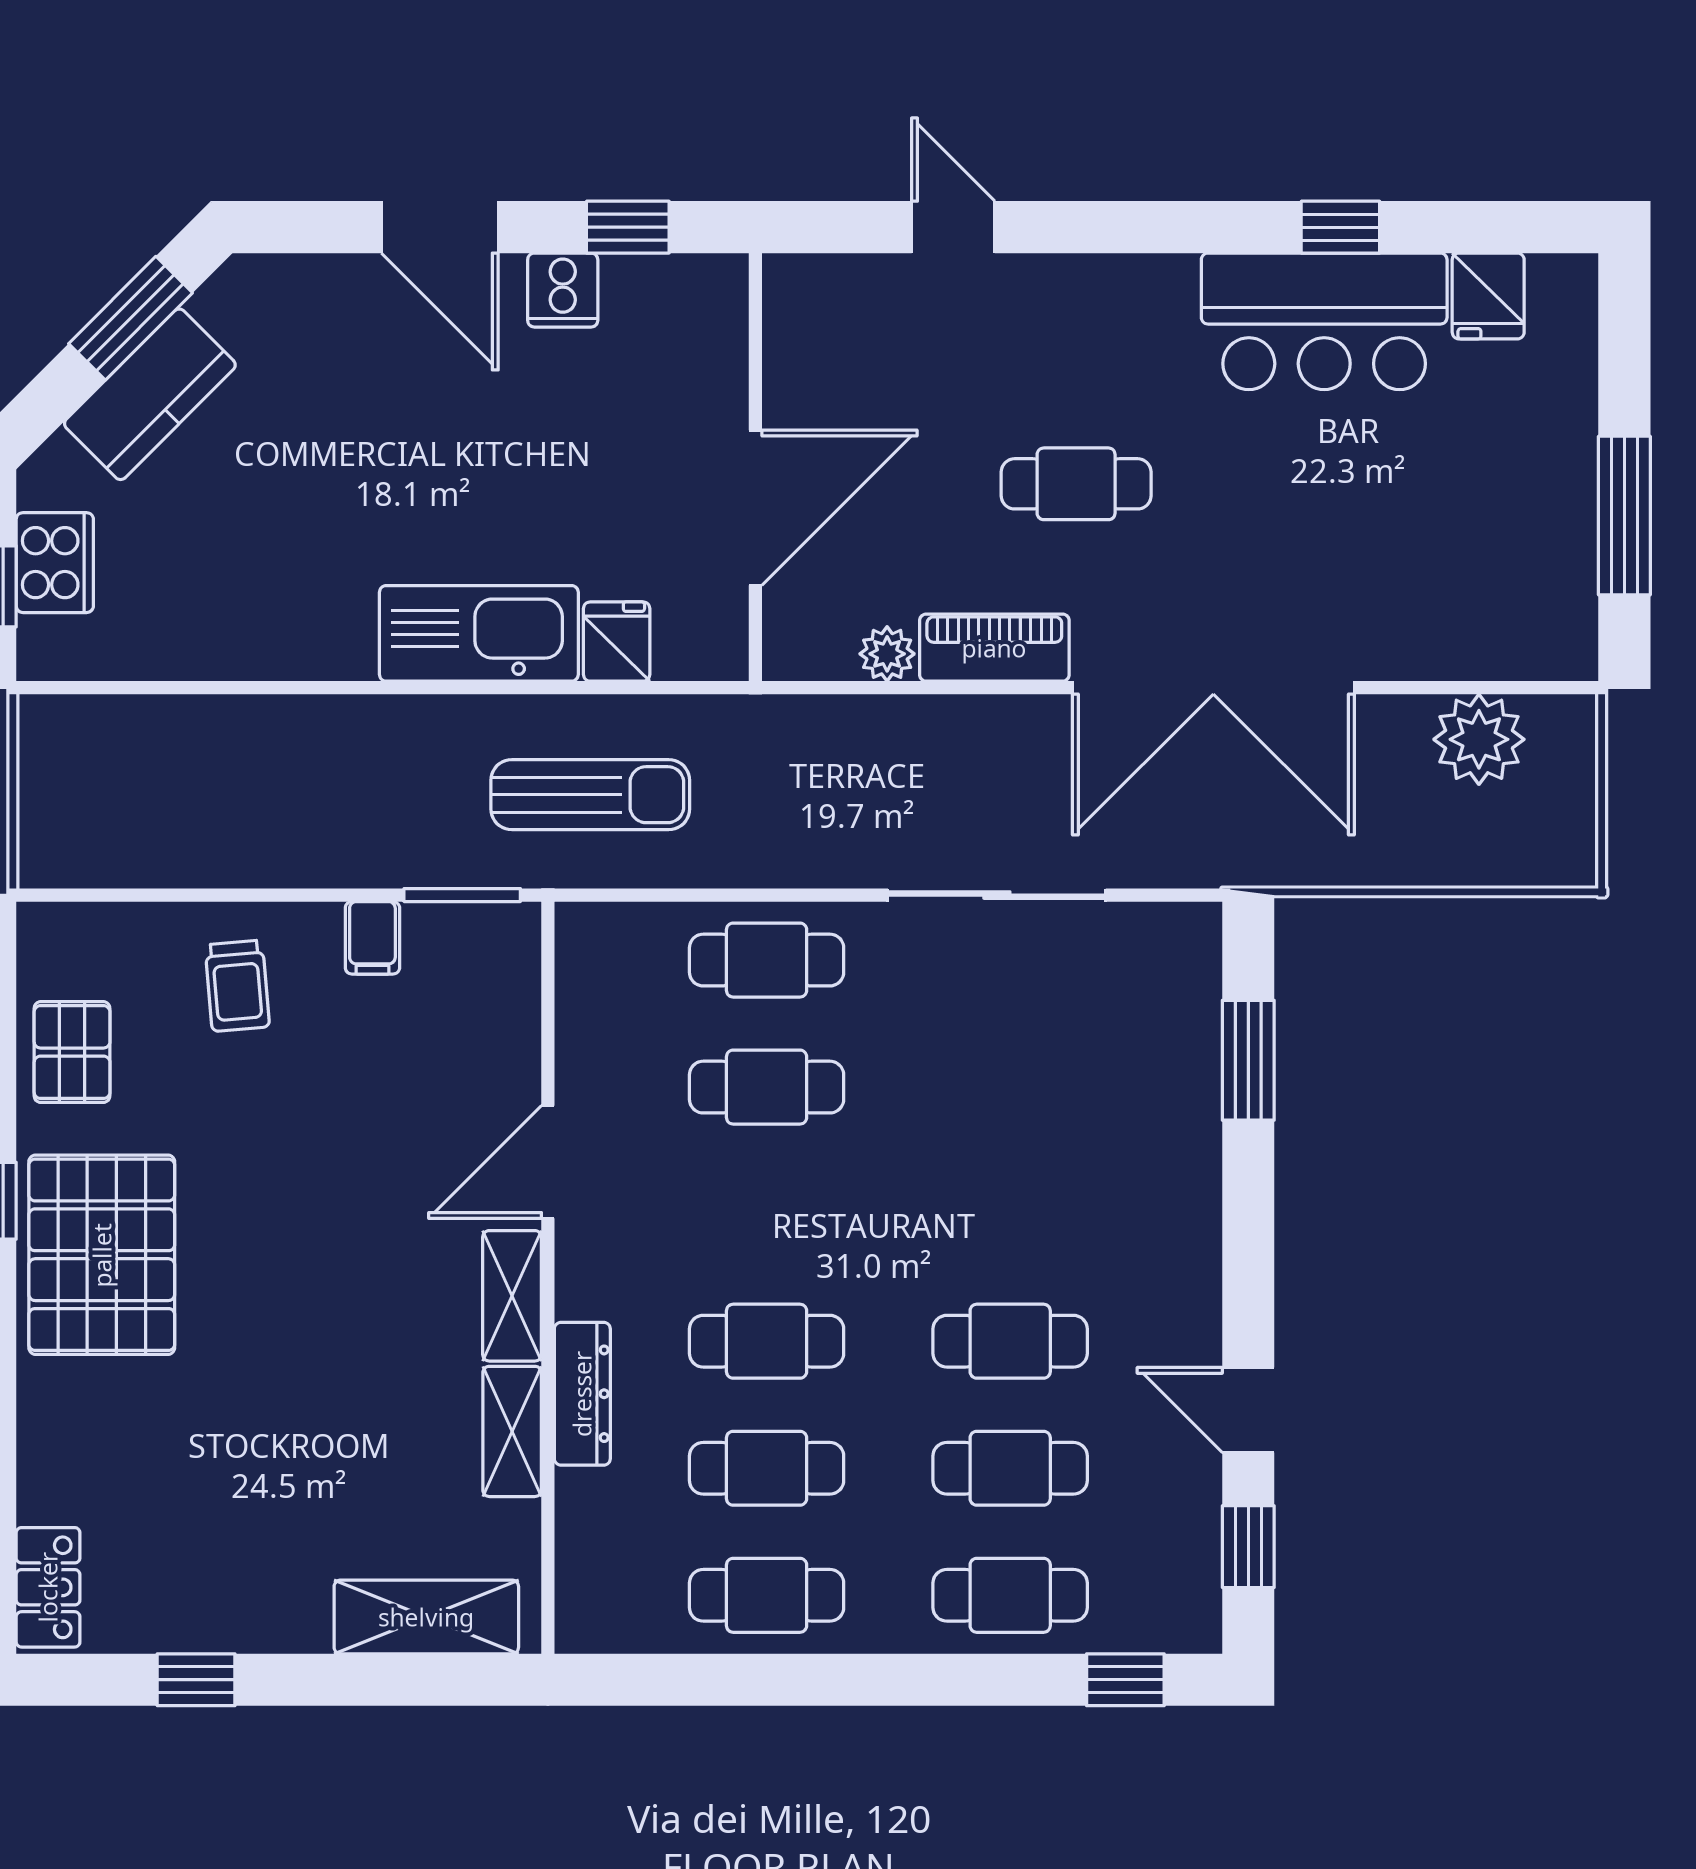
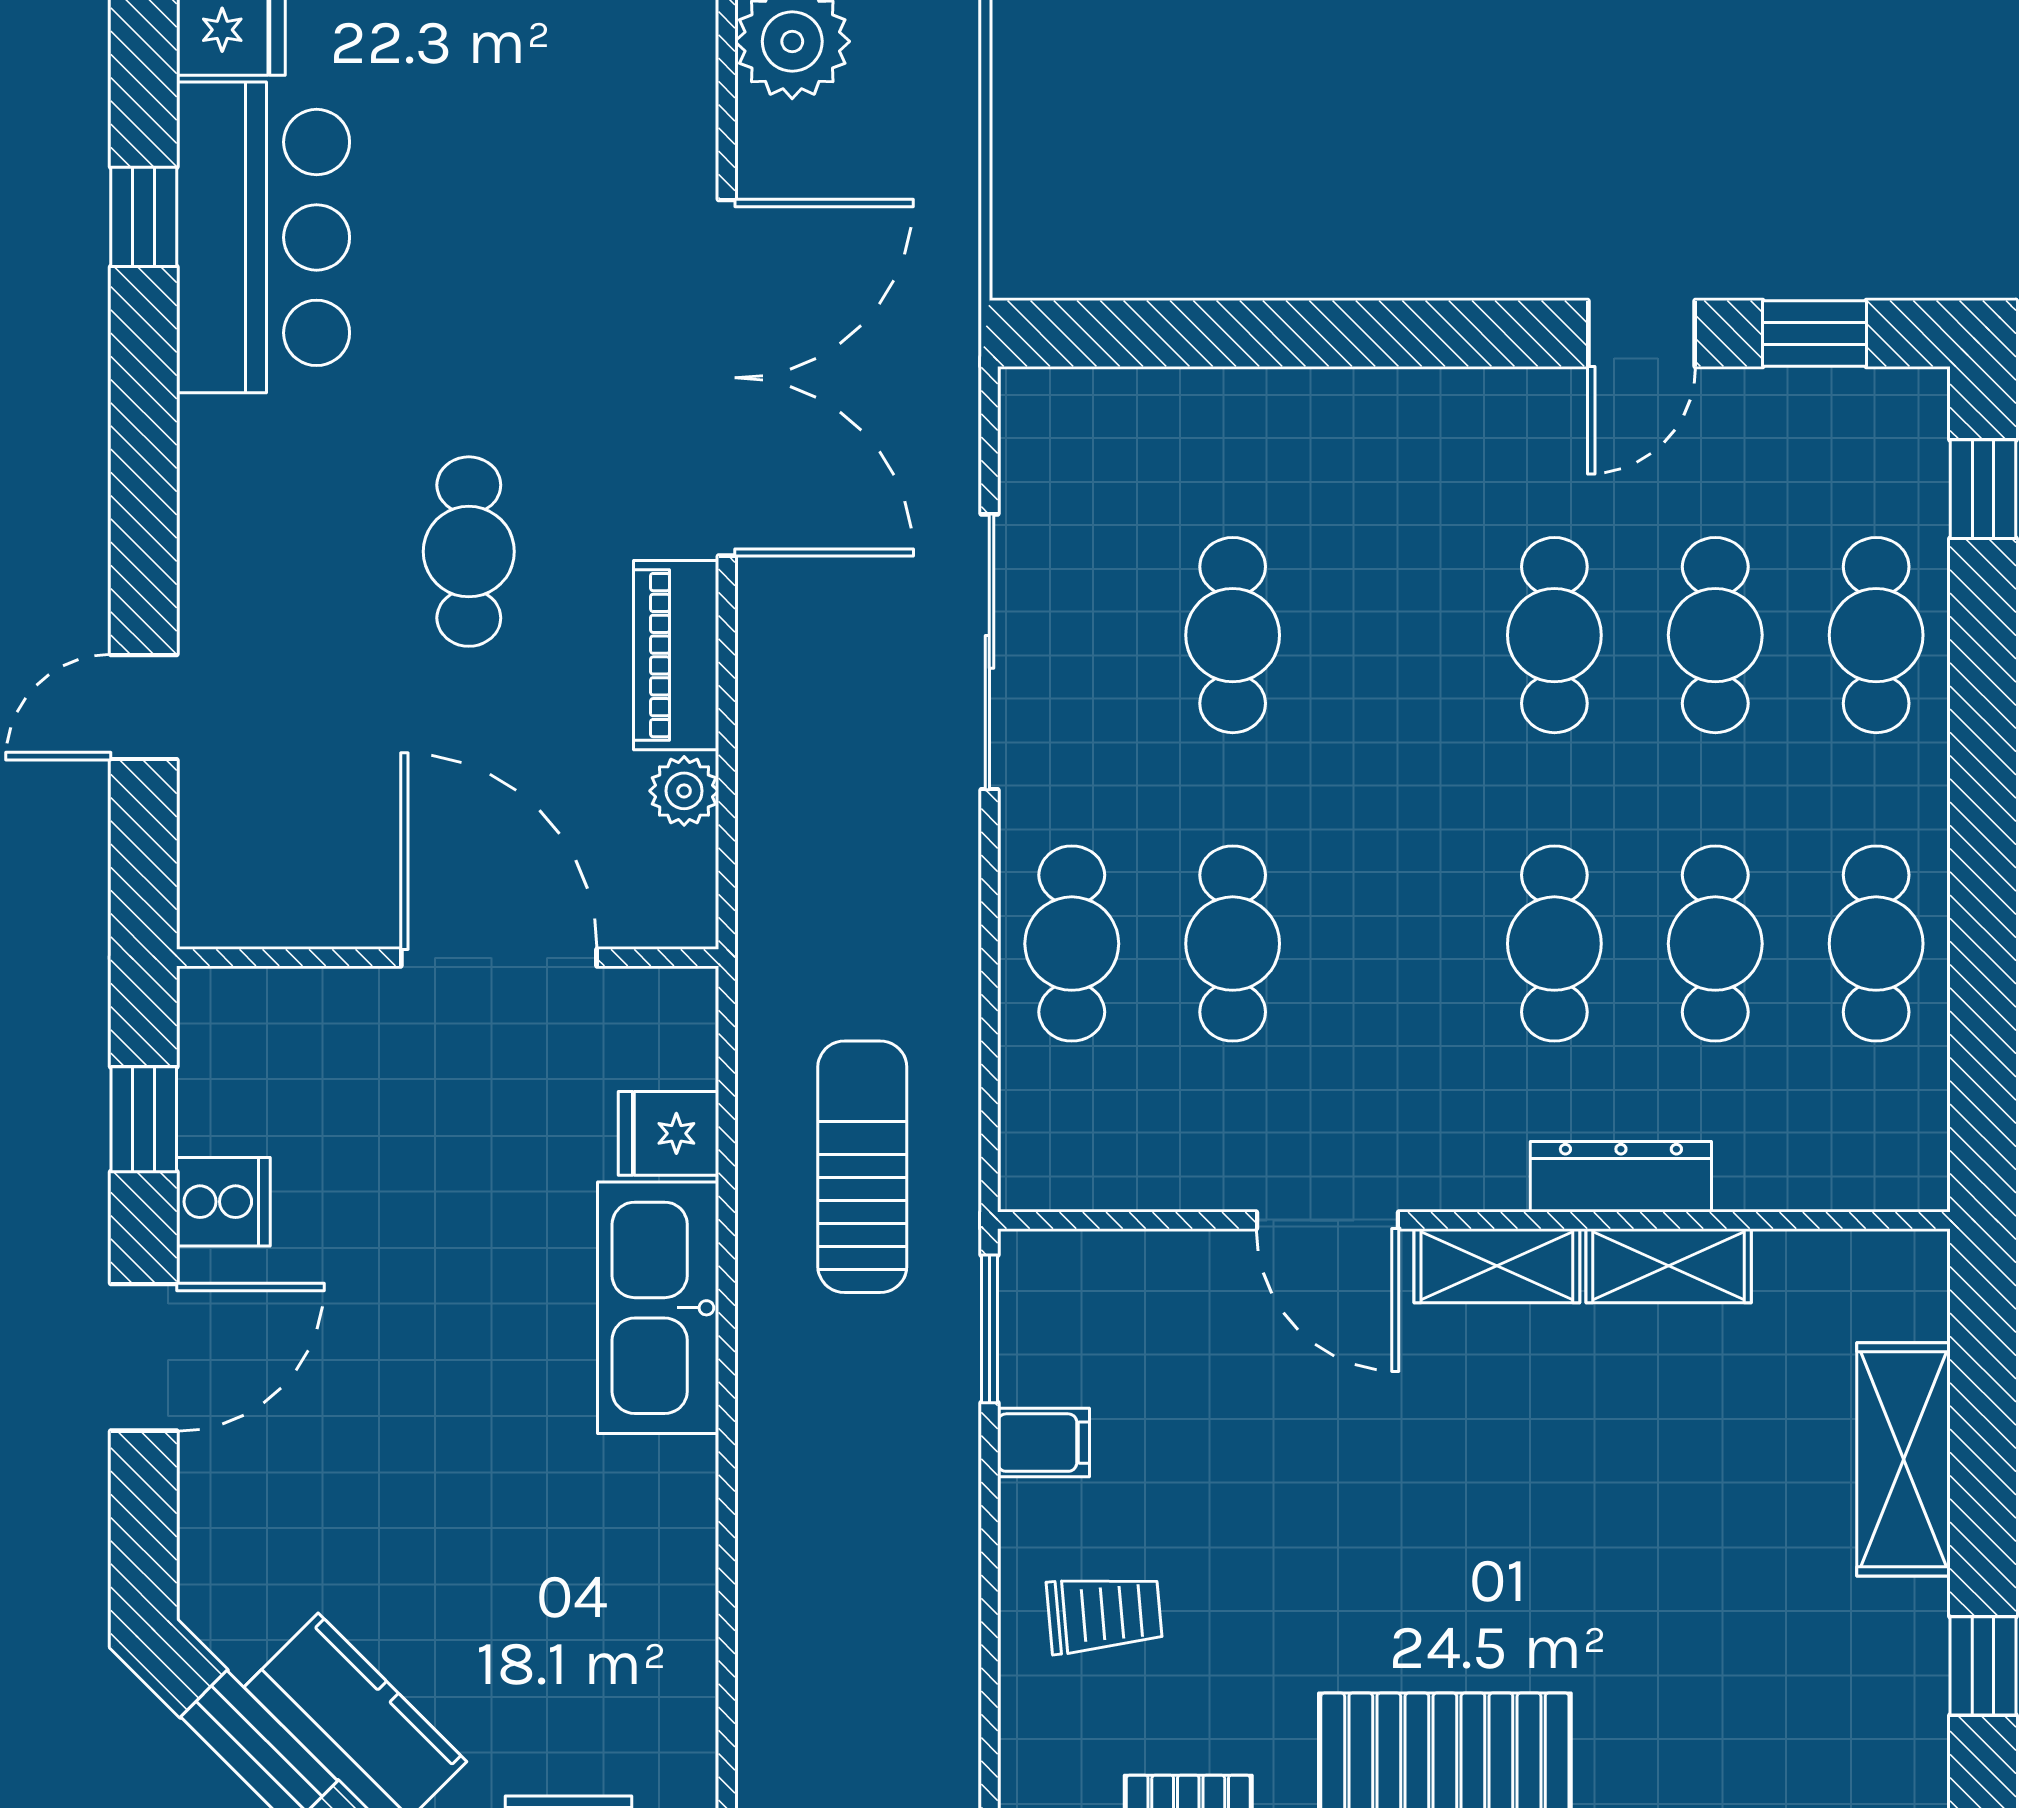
window: (1248, 1060) -> (1199, 334), removed
cafe table: (1010, 1087) -> (1233, 635), added
shelving: (426, 1617) -> (1903, 1459), moved

